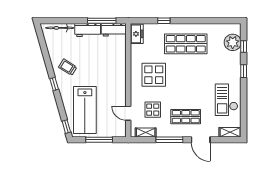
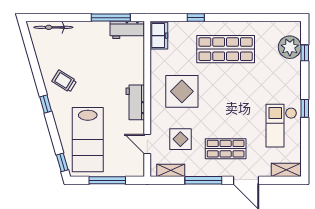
workbench: (88, 30) -> (135, 102), moved, turned 90
window: (244, 71) -> (305, 108), moved

